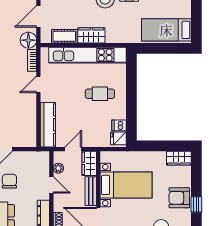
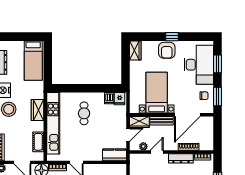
wardrobe: (91, 35) -> (38, 110), moved
kitchen counter: (48, 125) -> (115, 155), width x0.67
door: (73, 149) -> (128, 135), swing flipped

